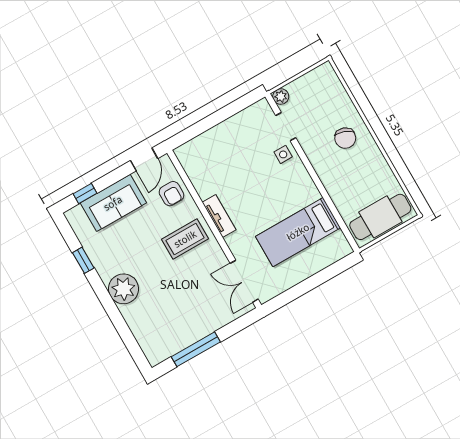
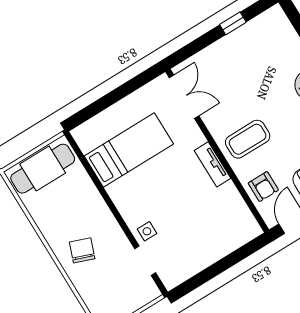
plant: (281, 97) -> (151, 292), removed
armchair: (171, 194) -> (263, 187), turned 180
window: (196, 349) -> (233, 23), width x0.46

